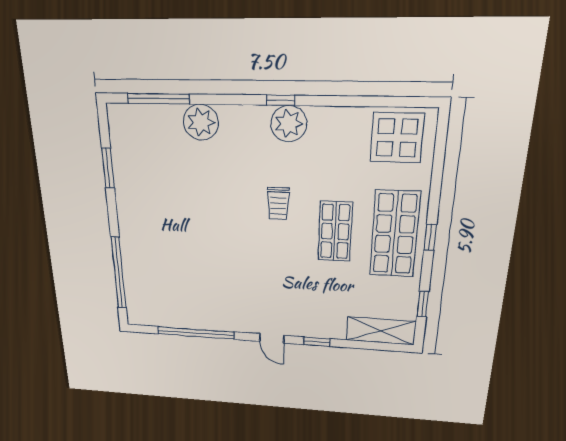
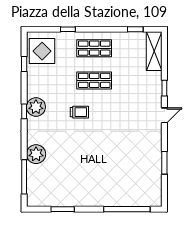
window: (374, 101) -> (24, 64), added
shop shelf: (395, 234) -> (94, 48), width x0.70, depth x0.74
window: (430, 237) -> (68, 29), moved
window: (196, 333) -> (164, 163), width x0.47

